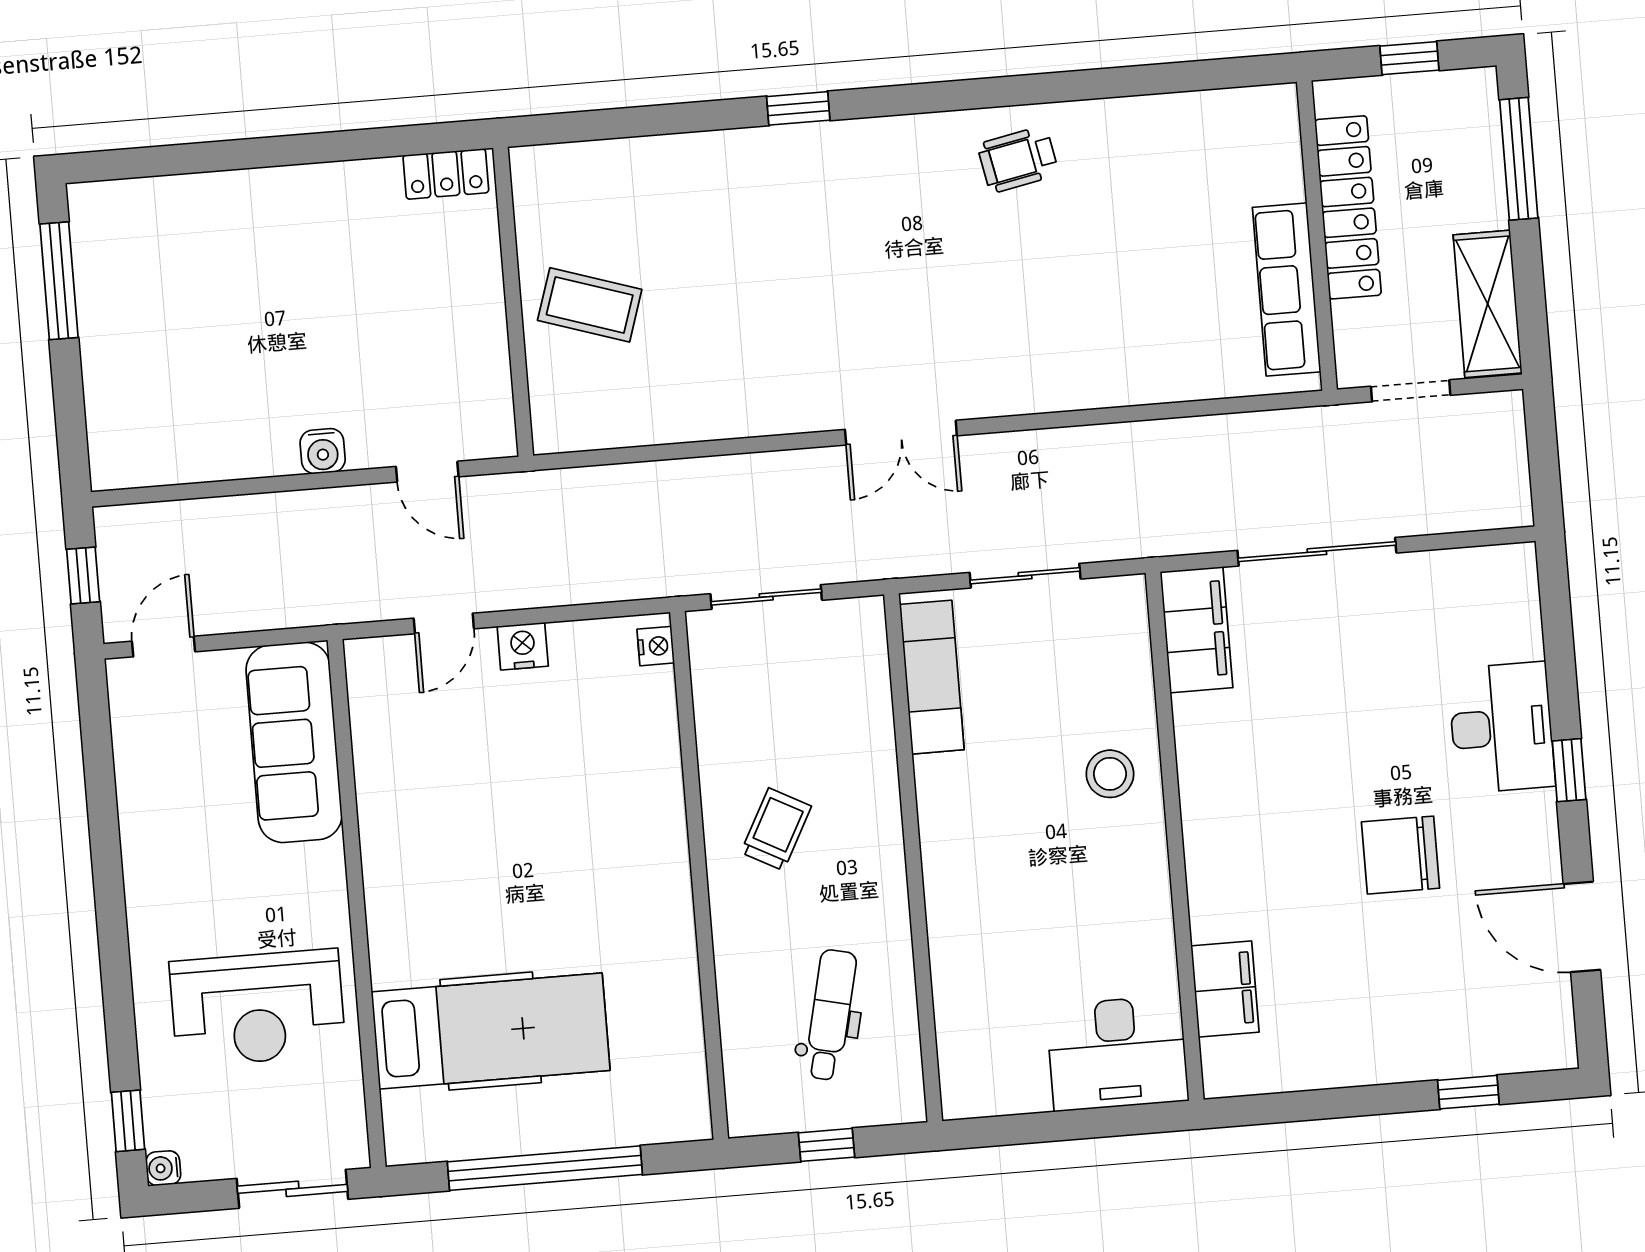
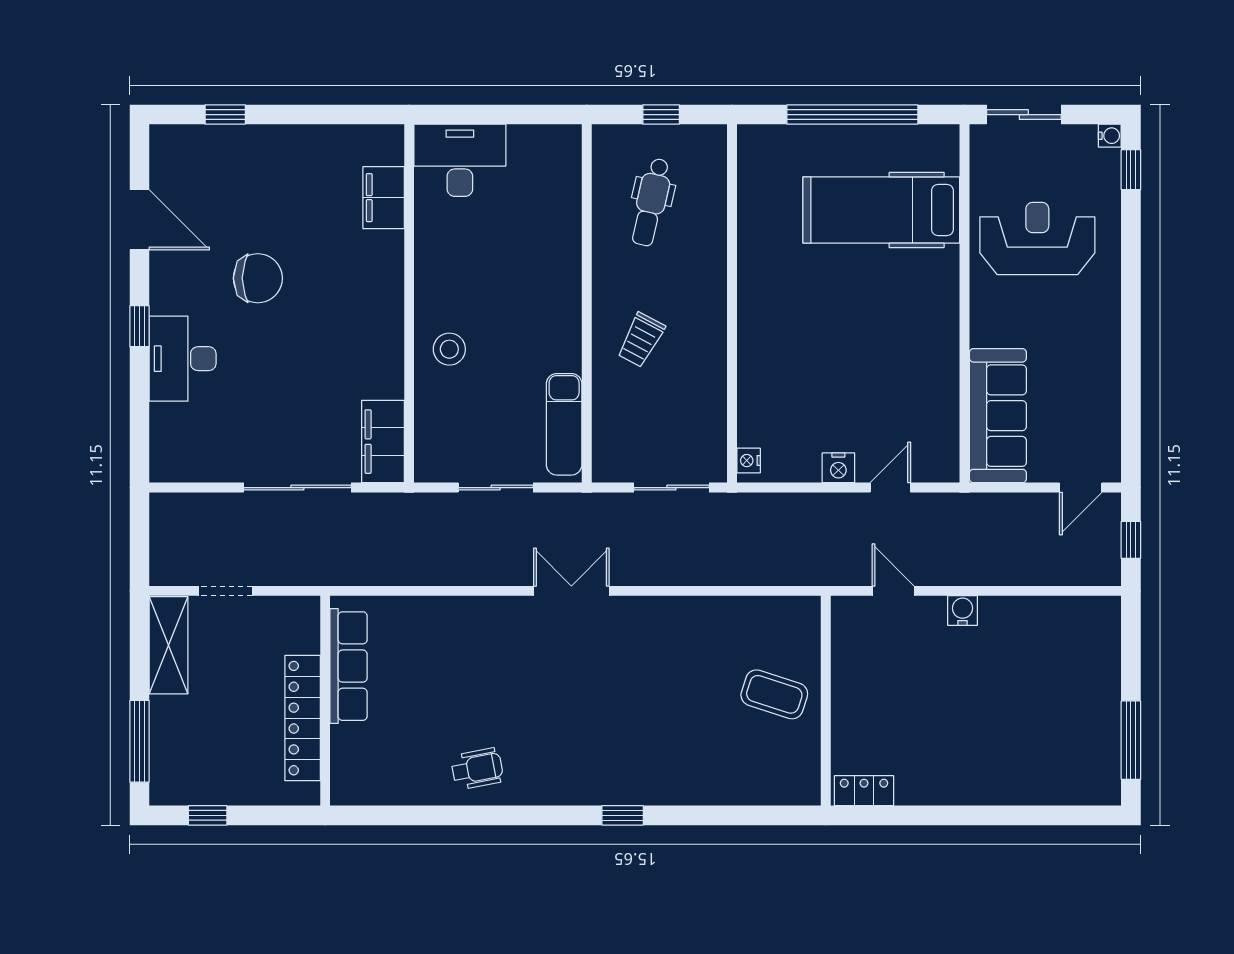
locker: (1348, 207) -> (303, 718), moved
wall: (1317, 236) -> (325, 701), moved
row of seats: (1287, 290) -> (349, 666), moved
trolley: (776, 829) -> (641, 340), moved

